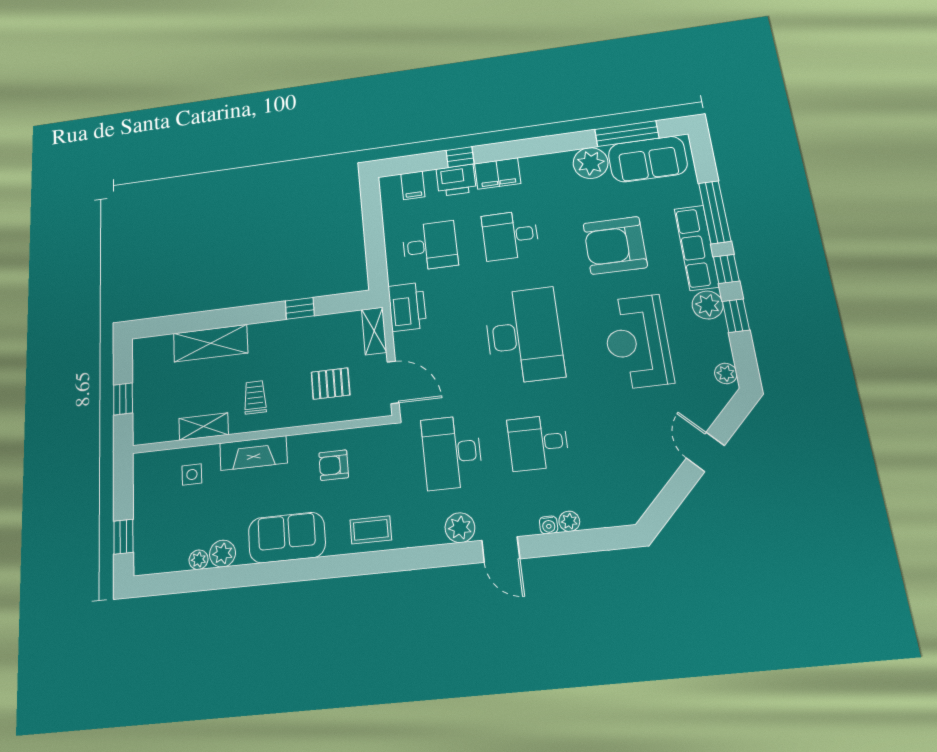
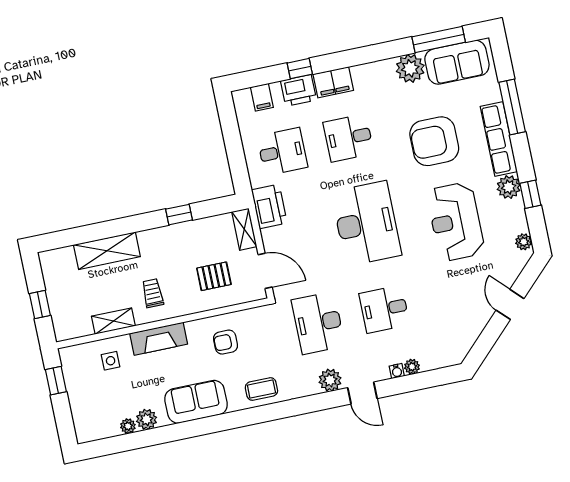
window: (726, 269) -> (522, 156), removed
window: (123, 537) -> (56, 381), moved

